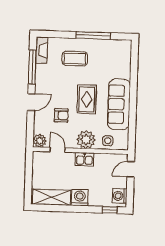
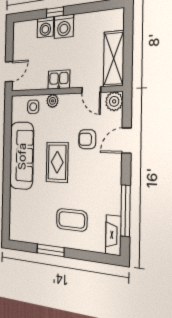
window: (93, 35) -> (50, 250), width x0.69
door: (31, 102) -> (127, 141), moved
plant: (86, 140) -> (53, 101), width x0.53, depth x0.53
washing machine: (119, 196) -> (45, 27), moved, turned 90
shelving: (52, 197) -> (114, 59), moved, turned 90
window: (110, 210) -> (55, 12), moved

